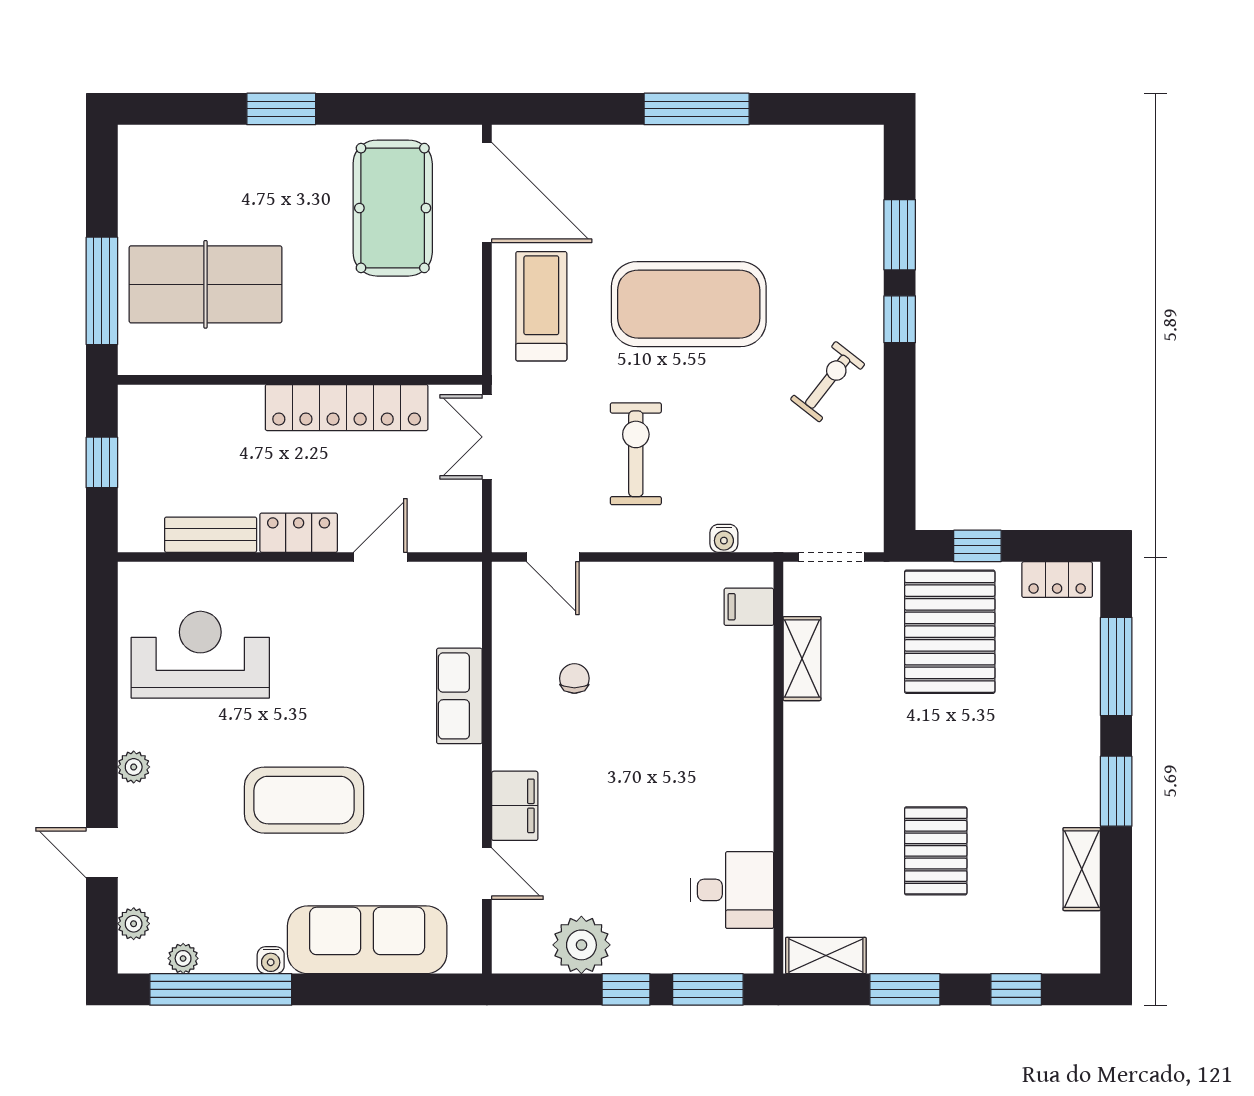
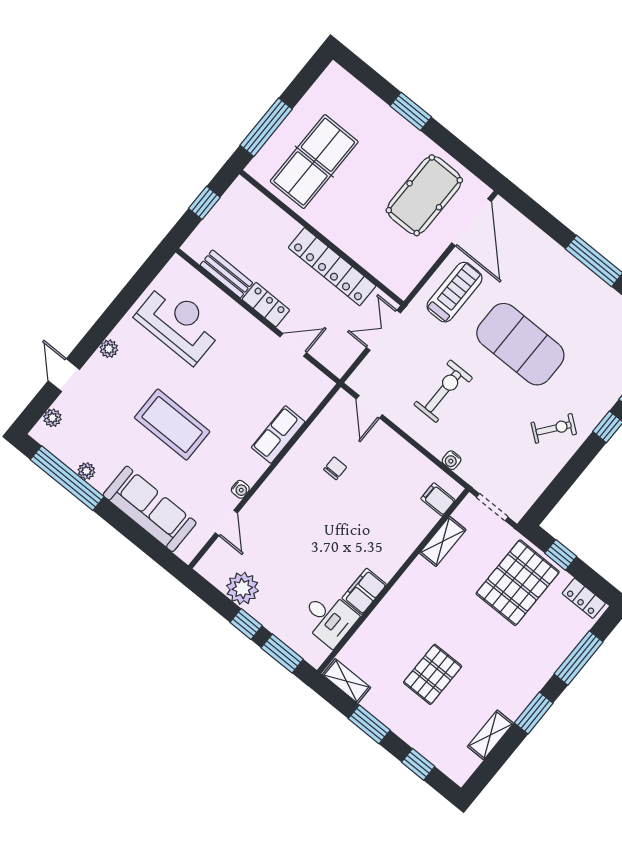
table tennis table: (205, 284) -> (314, 162), turned 90
filing cabinet: (515, 806) -> (364, 591), moved, turned 180
plant: (183, 958) -> (86, 471), moved
water cooler: (271, 960) -> (240, 489), moved, turned -90

